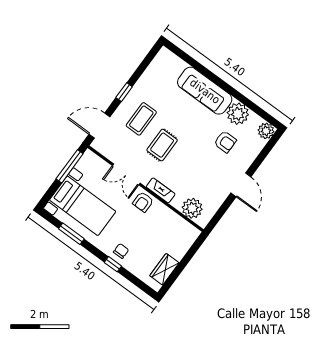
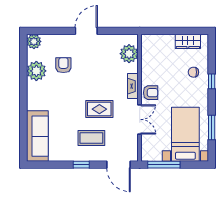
sofa: (205, 91) -> (37, 136), moved
chair: (121, 251) -> (193, 72), moved

